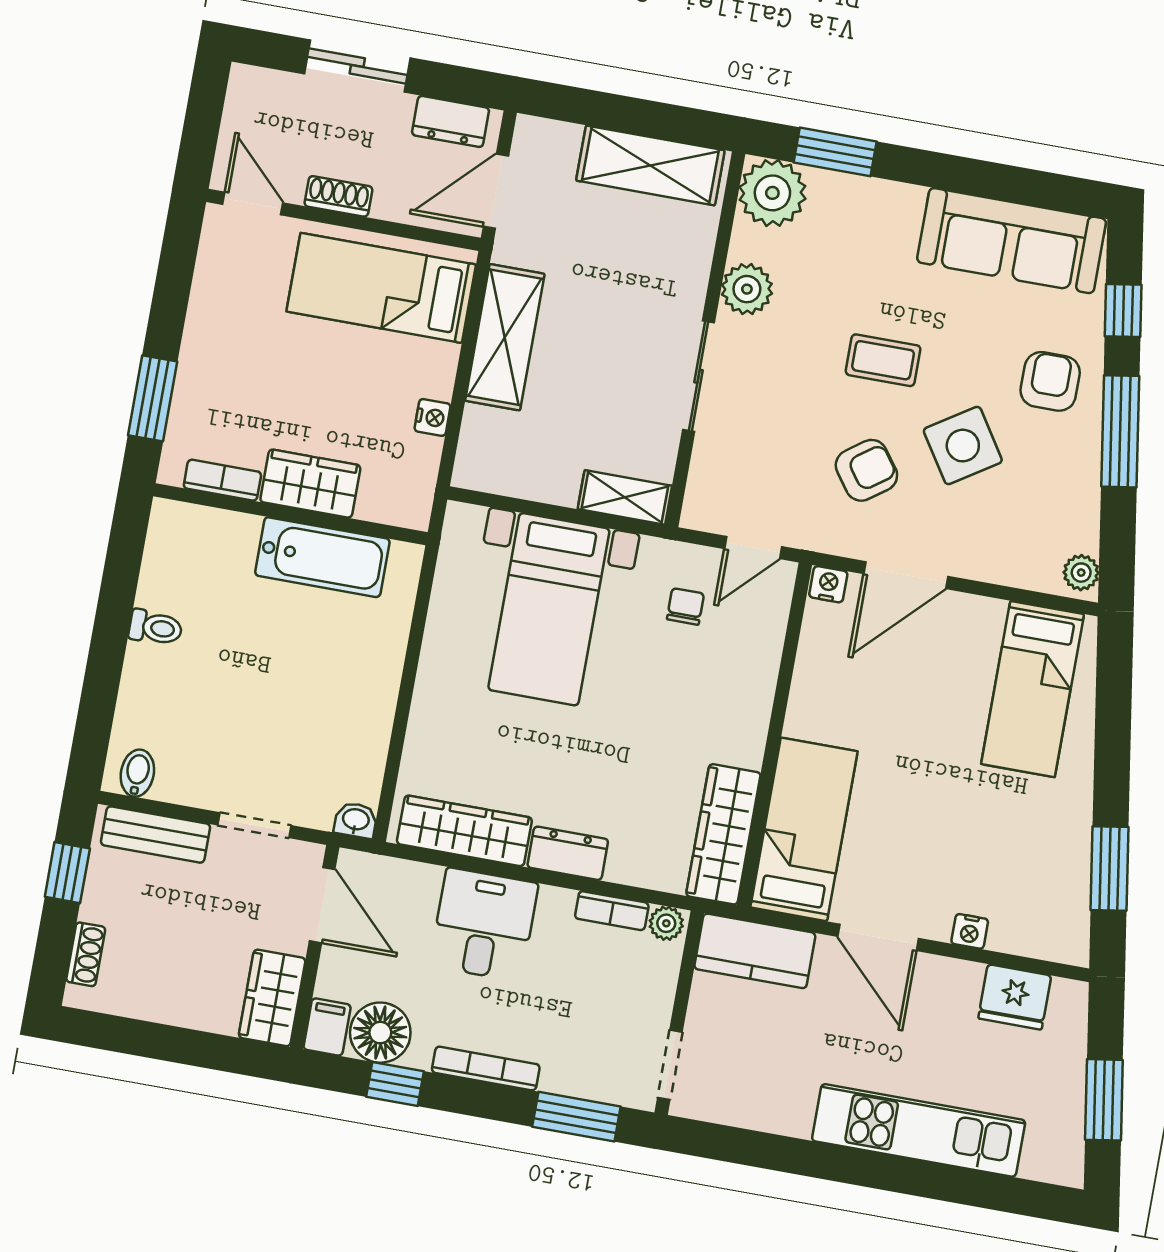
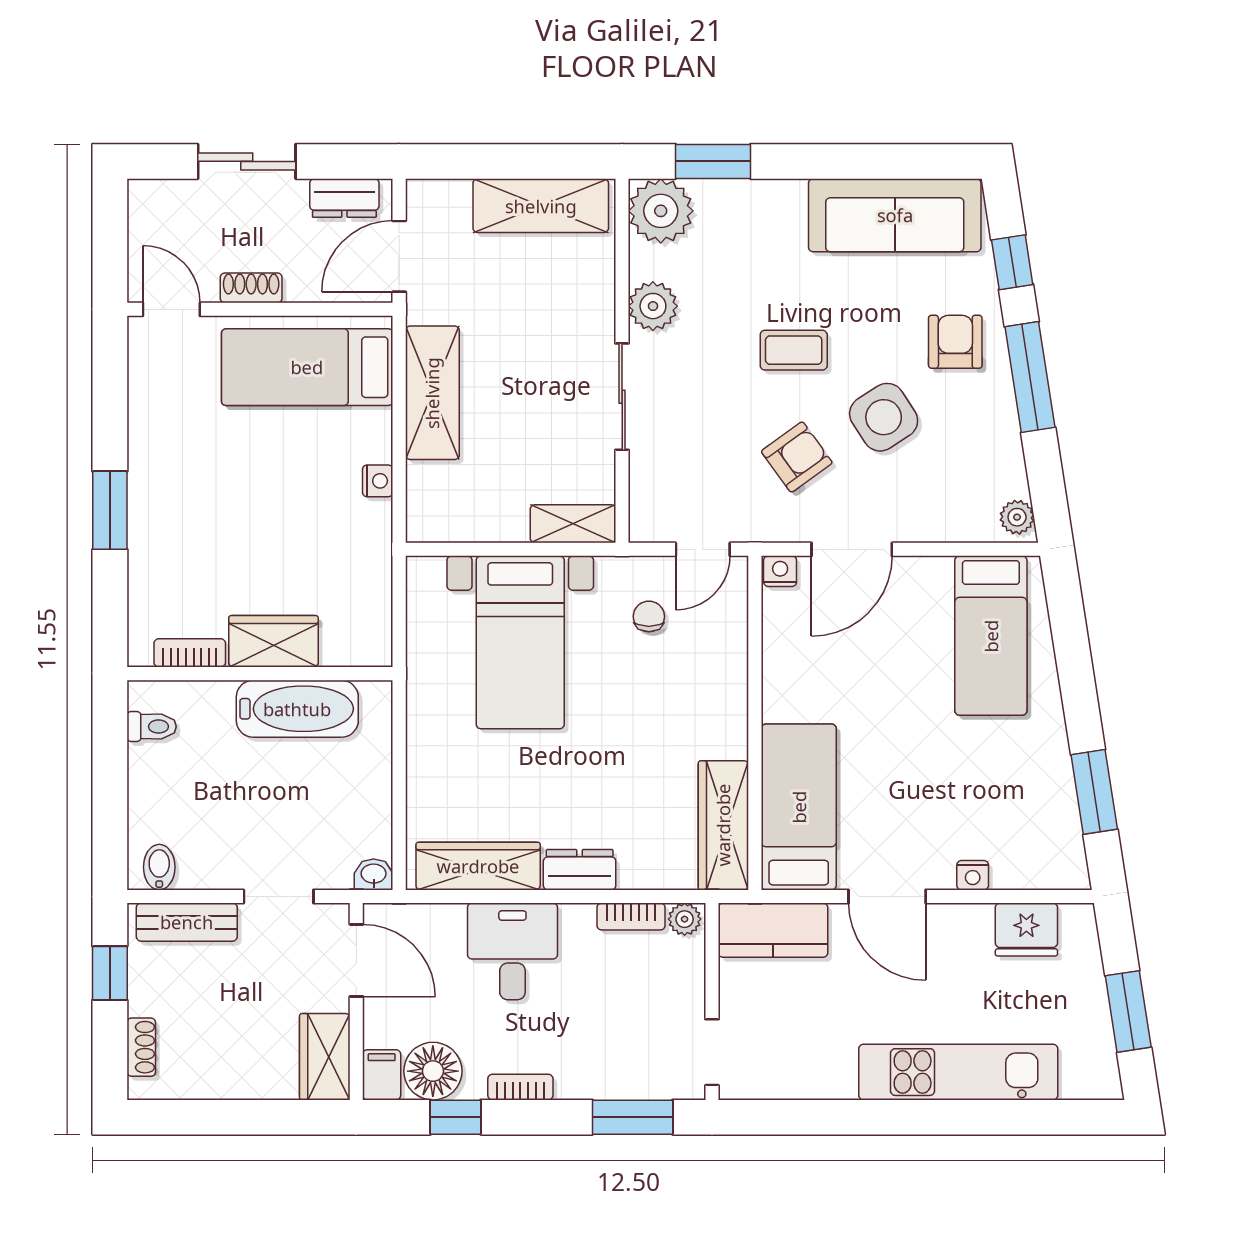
bookcase: (222, 480) -> (190, 653), moved
wardrobe: (310, 484) -> (273, 641), moved
wall: (290, 514) -> (260, 674), moved
bathtub: (322, 557) -> (297, 709), moved
bookcase: (486, 1068) -> (520, 1087), width x0.64

